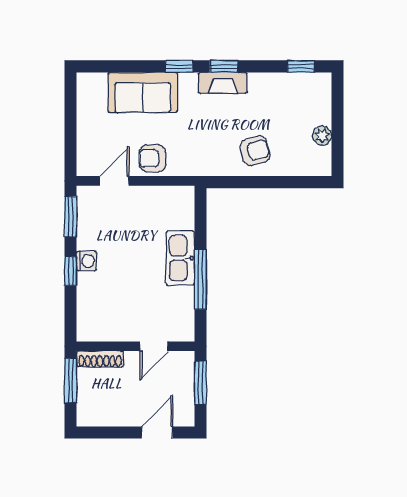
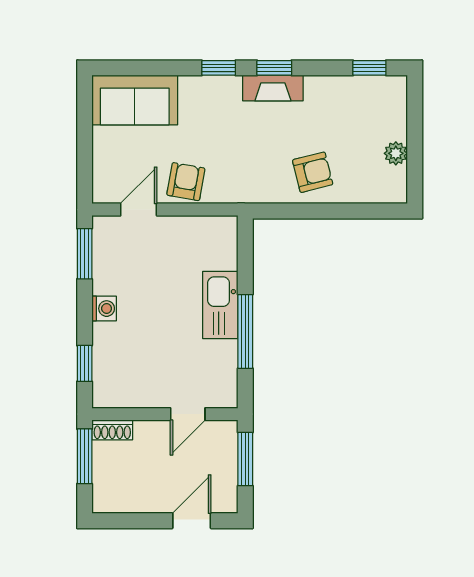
sofa: (143, 92) -> (135, 100), moved
armchair: (152, 158) -> (186, 182), turned 100
window: (71, 271) -> (85, 363), moved
shoe rack: (100, 359) -> (112, 430), width x0.70

